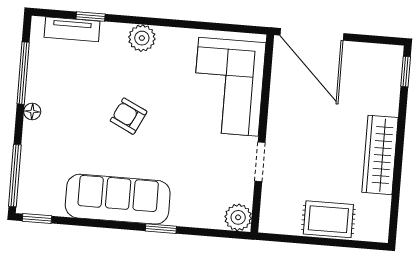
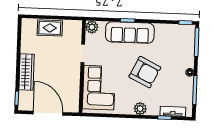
door: (312, 34) -> (48, 113), moved
armchair: (129, 116) -> (145, 72), width x1.88, depth x1.88
wardrobe: (380, 155) -> (27, 72), moved
sofa: (118, 199) -> (130, 32), moved

